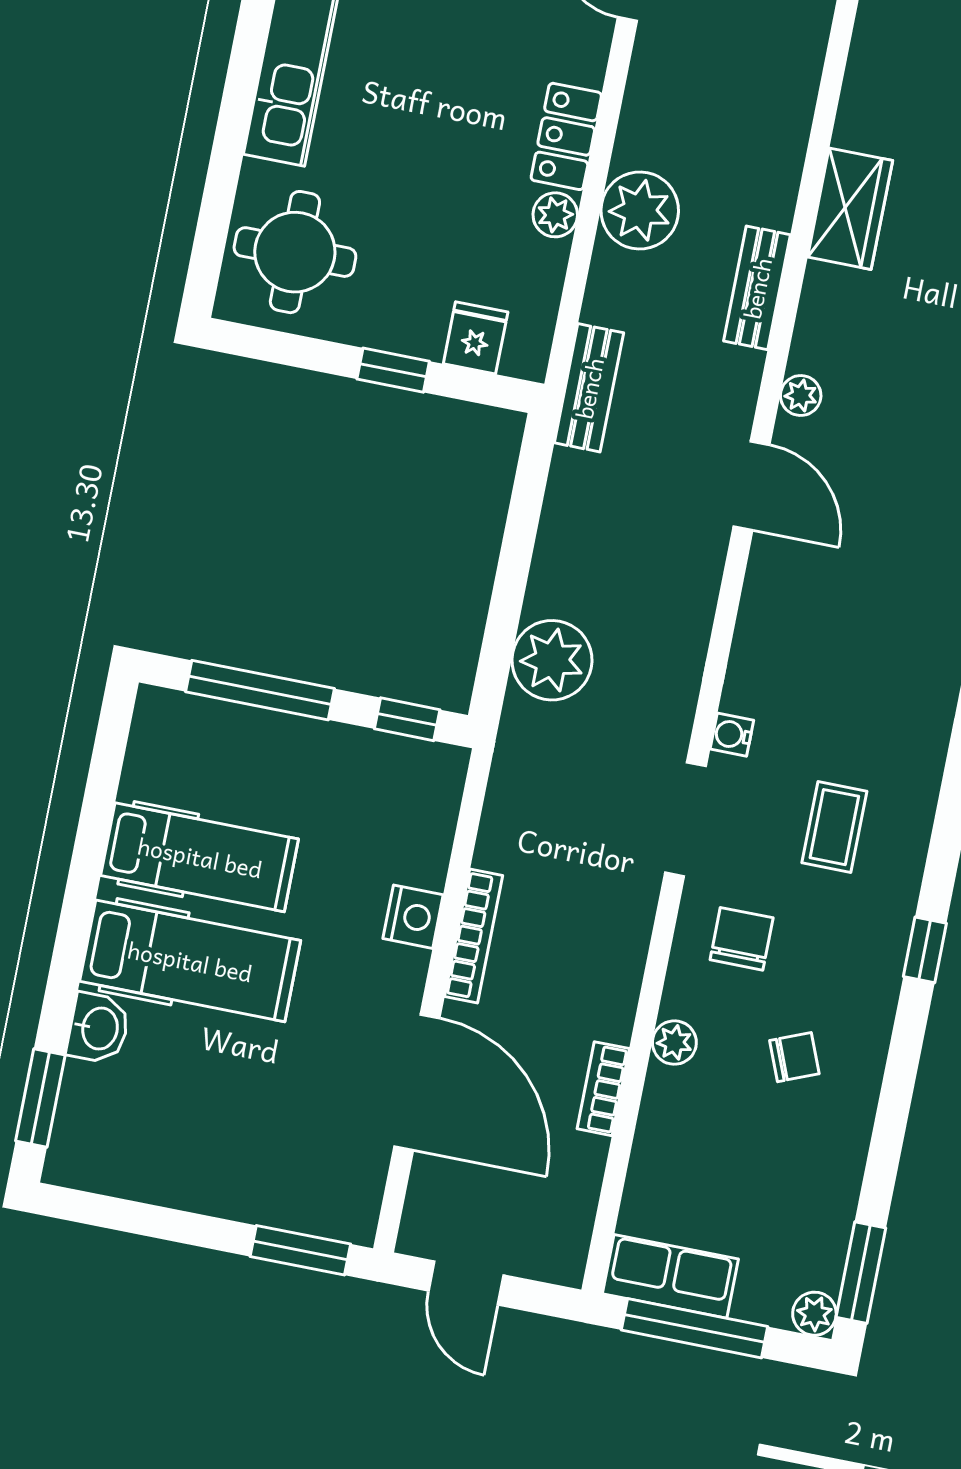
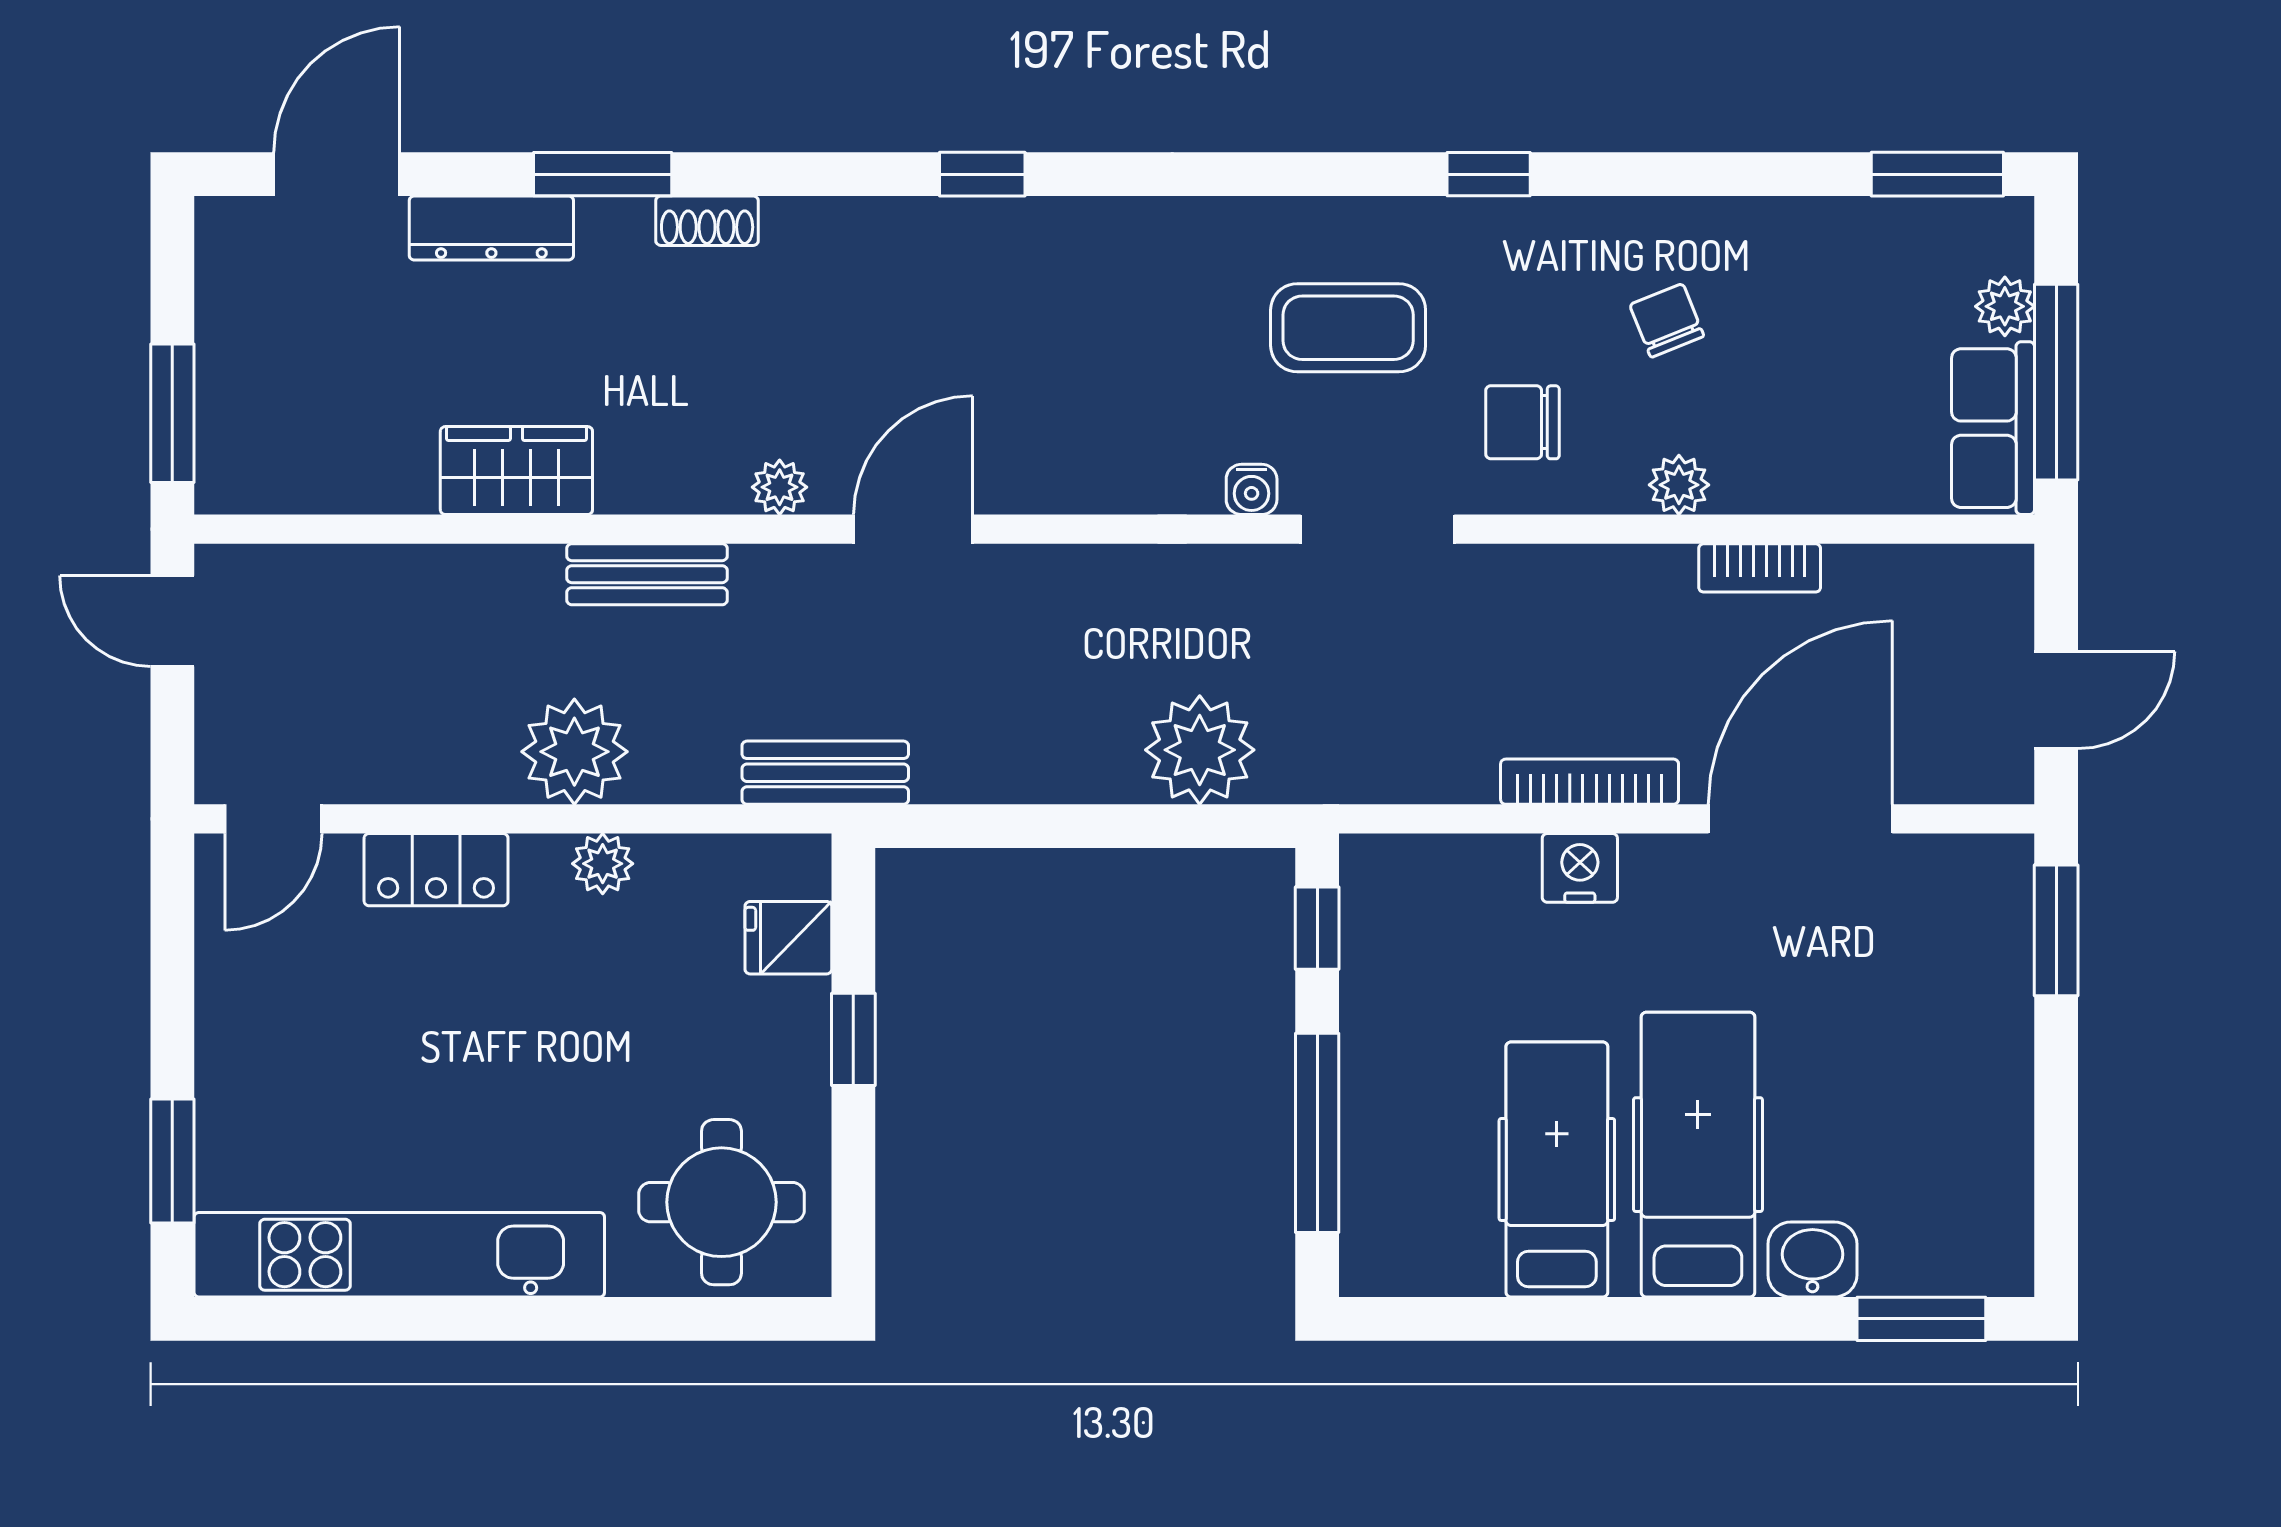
locker: (566, 136) -> (436, 870), moved
coffee table: (834, 827) -> (1348, 328), width x1.36, depth x1.30
plant: (814, 1314) -> (2005, 306), moved

